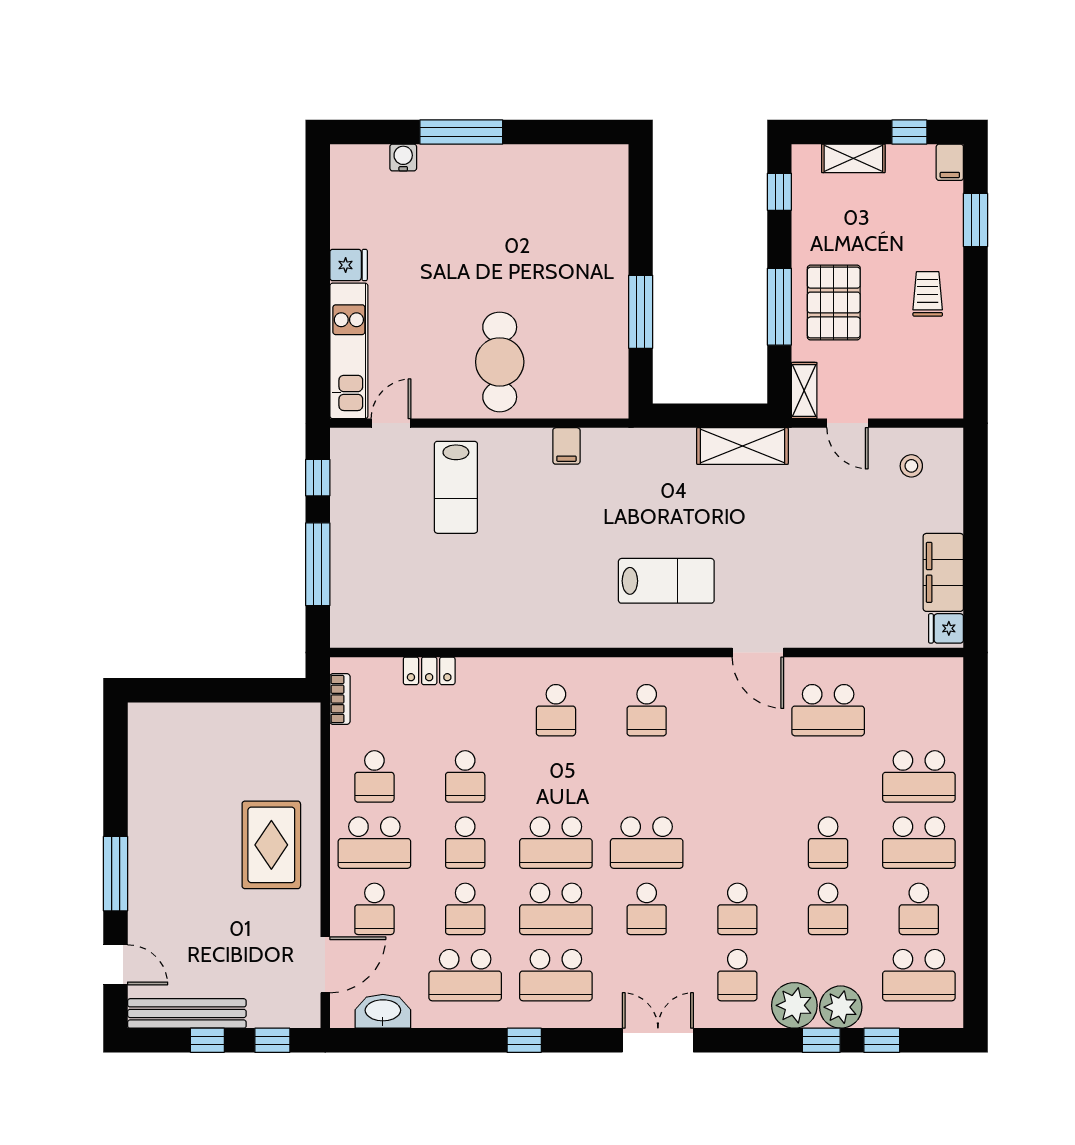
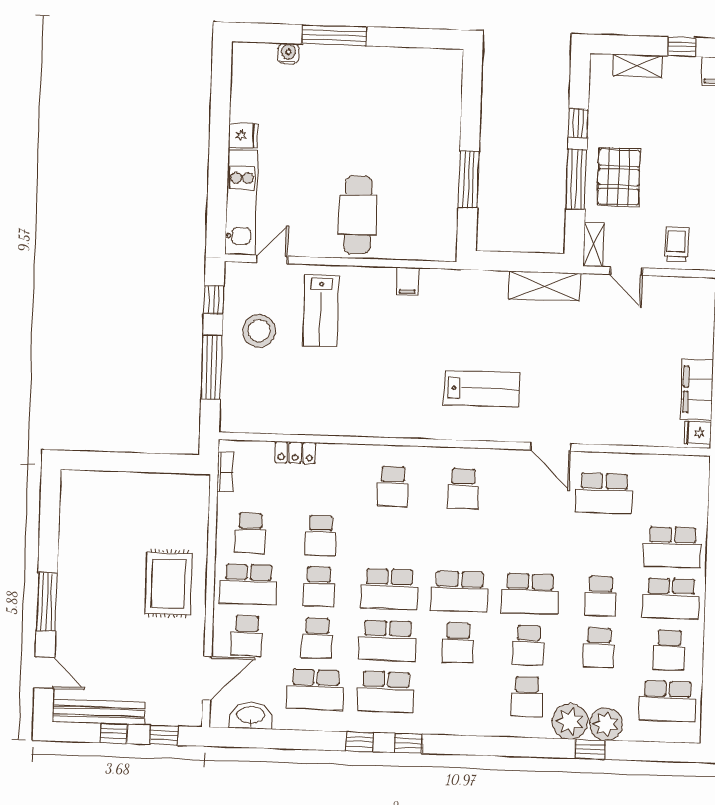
window: (779, 192) -> (578, 123), moved
trolley: (928, 294) -> (677, 244), moved
stool: (911, 466) -> (259, 331), moved, width x1.89, depth x1.89
school desk: (737, 843) -> (530, 594), added
double door: (658, 1040) -> (463, 745), removed
window: (882, 1040) -> (408, 743), moved

